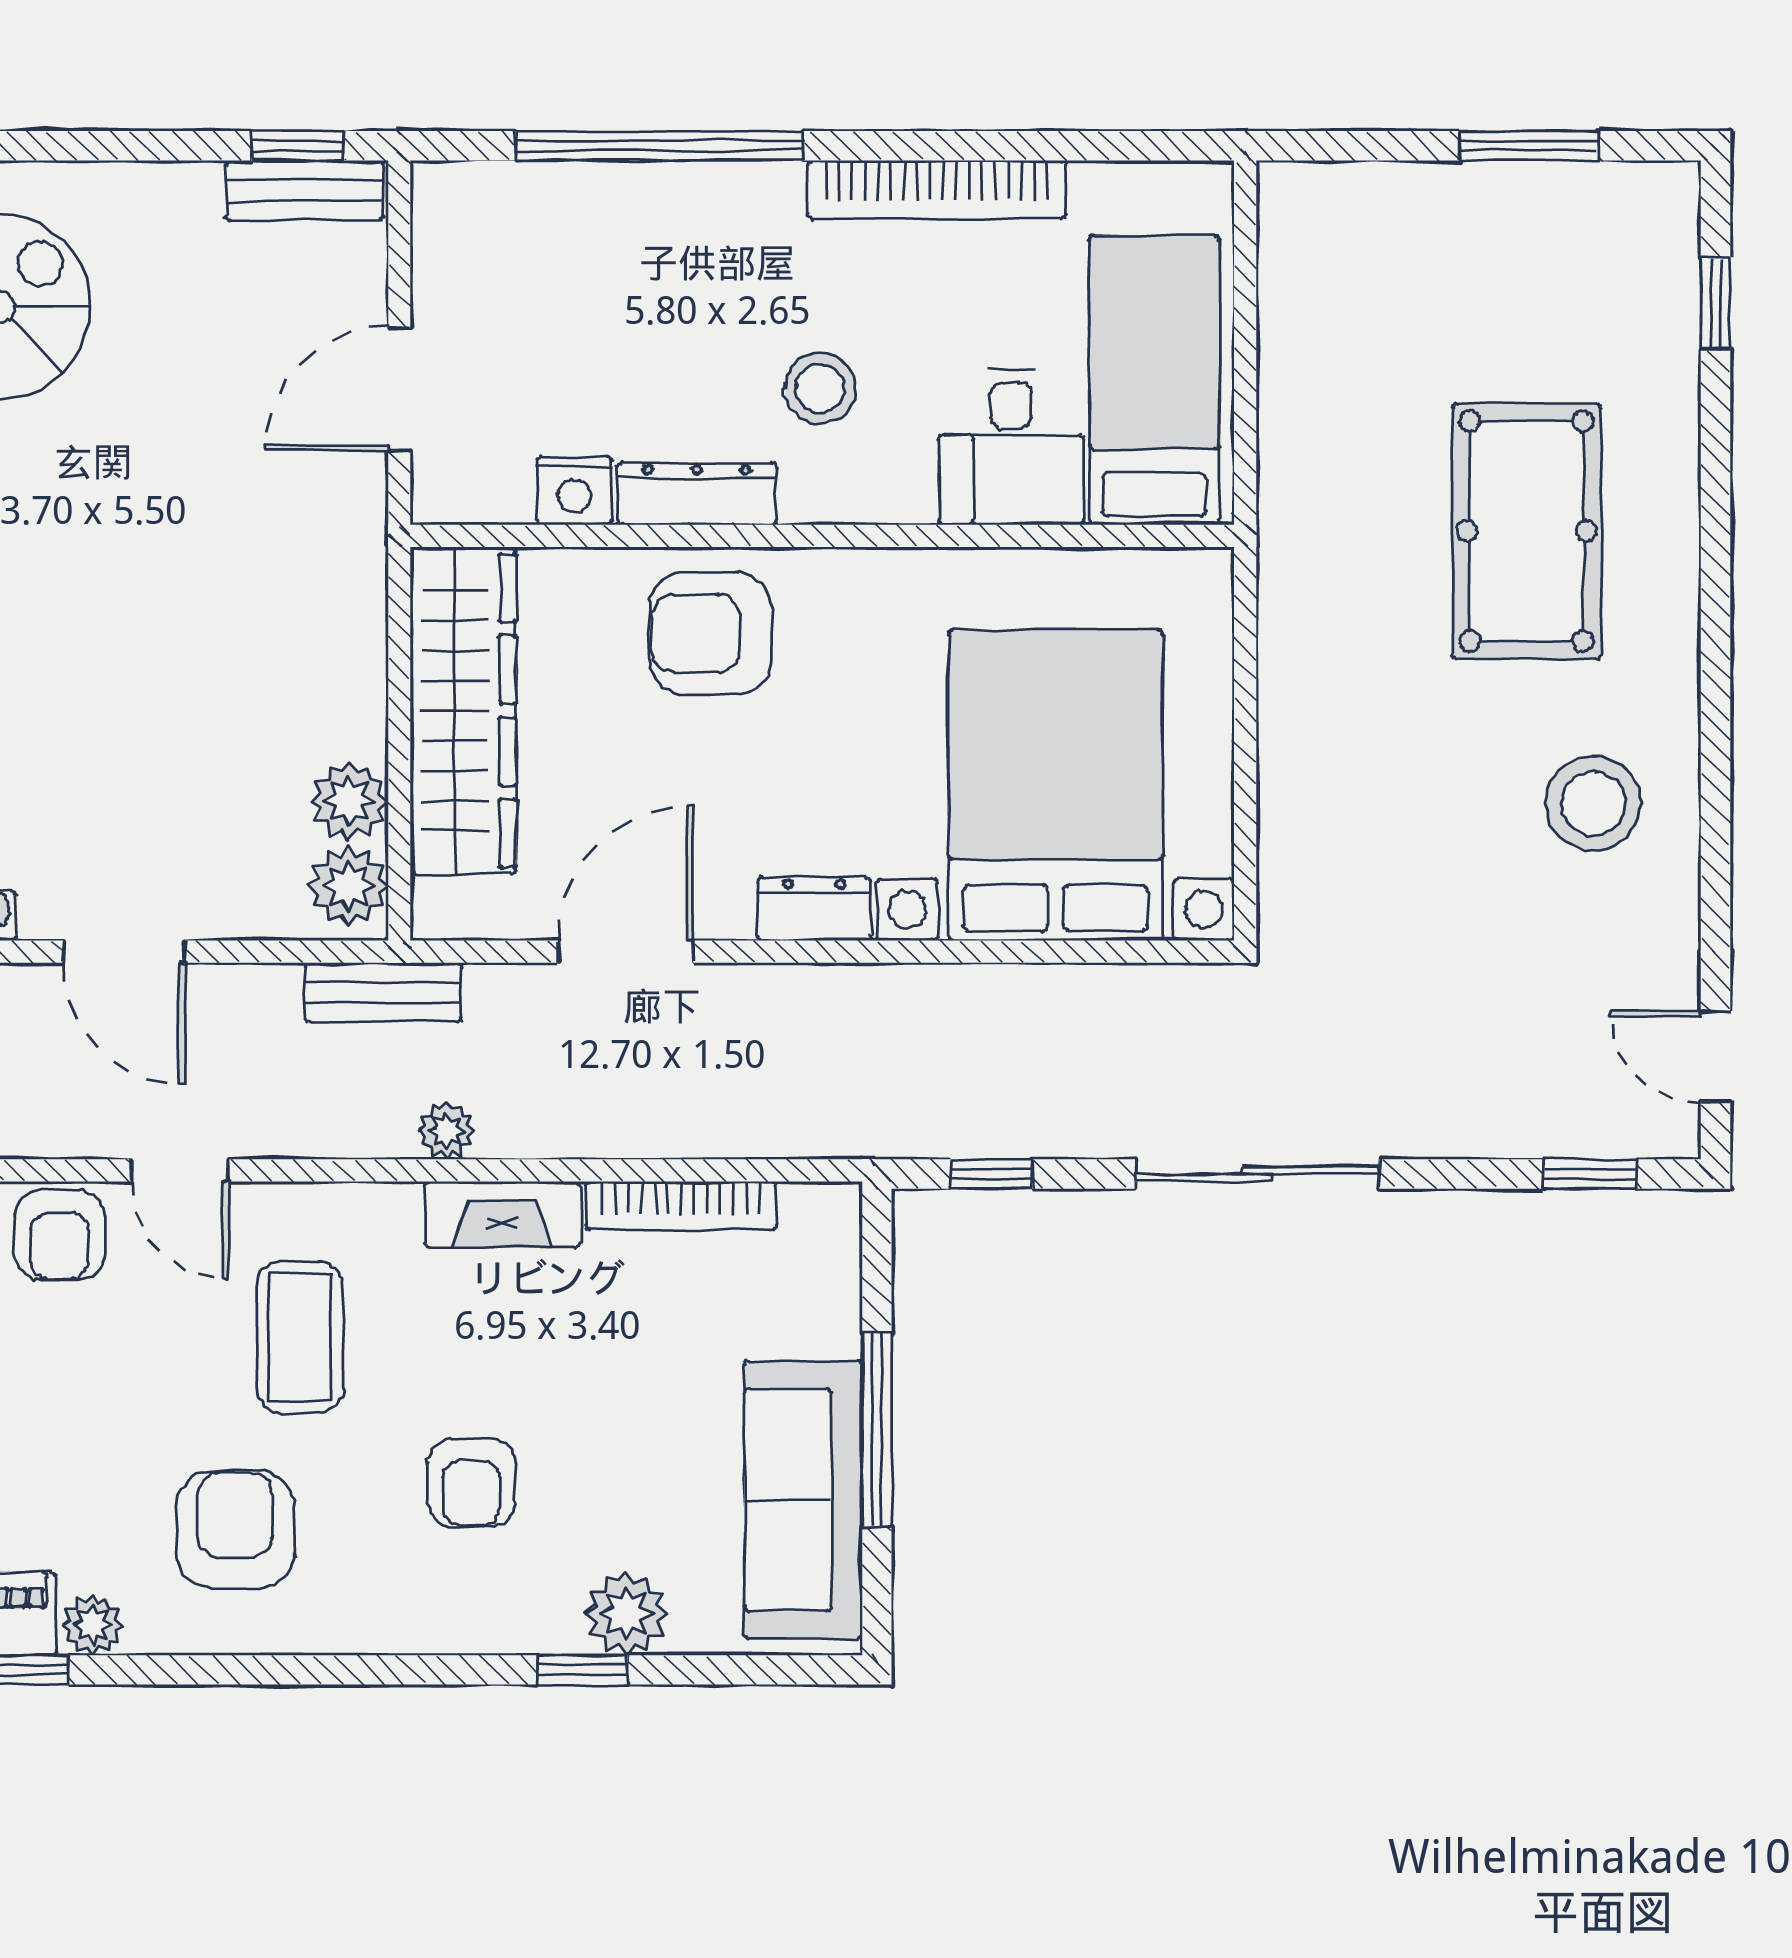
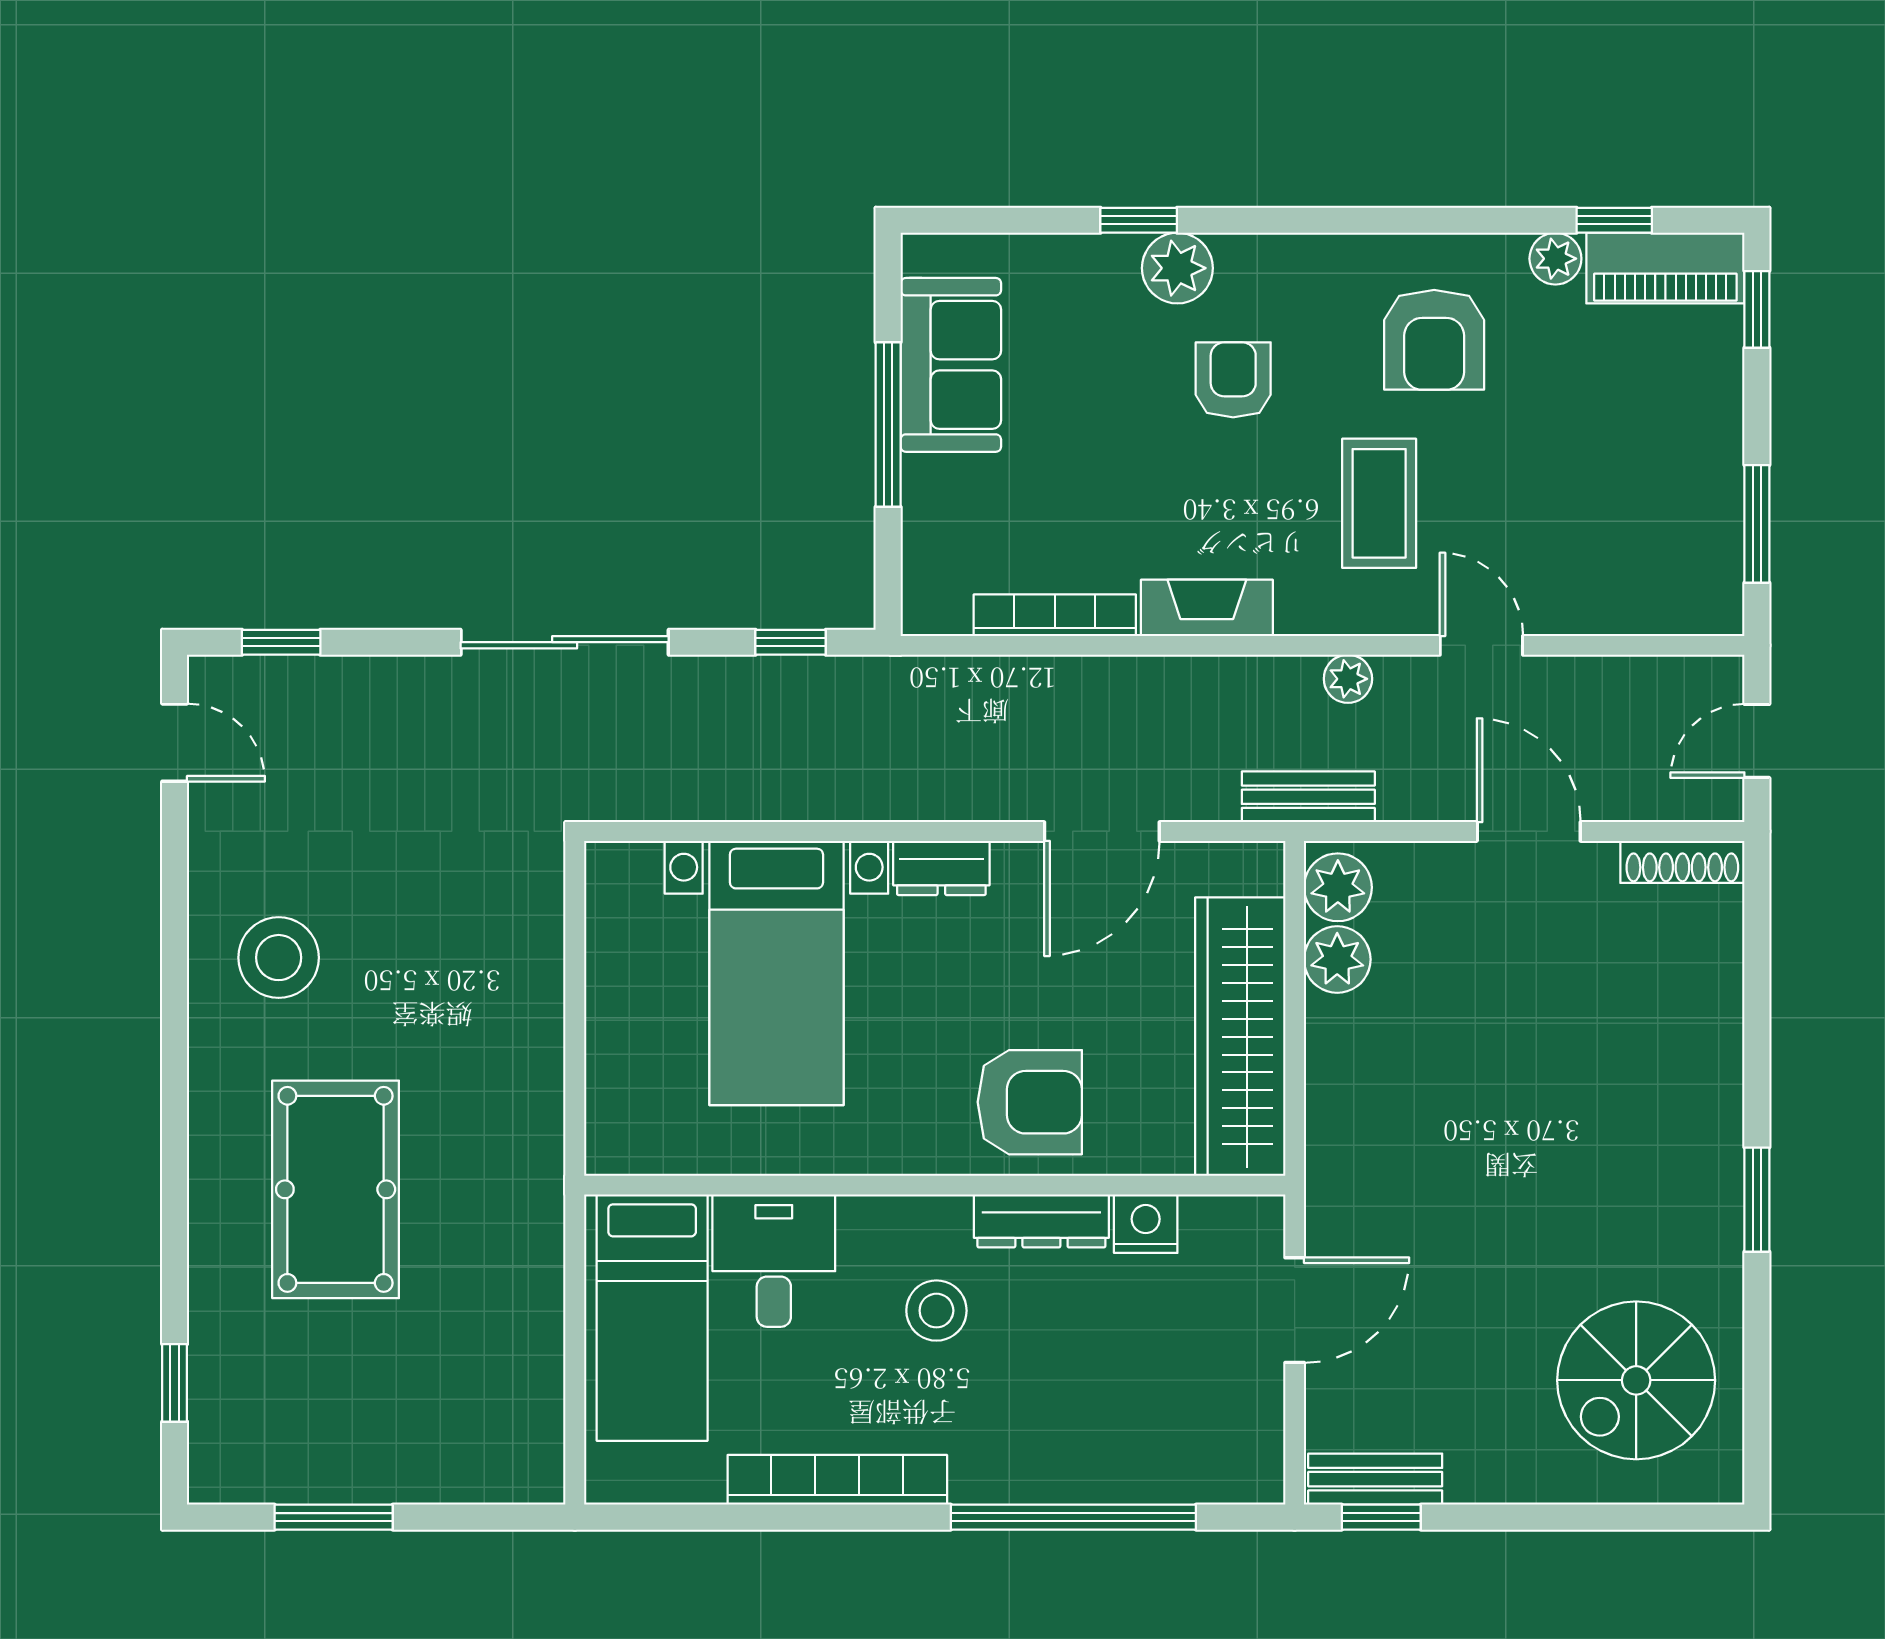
bed with nightstands: (1056, 785) -> (776, 973), width x0.73
plant: (447, 1131) -> (1348, 679), moved
armchair: (59, 1235) -> (1584, 590), removed
sofa: (803, 1500) -> (951, 365), width x0.73
plant: (626, 1614) -> (1177, 268), moved

